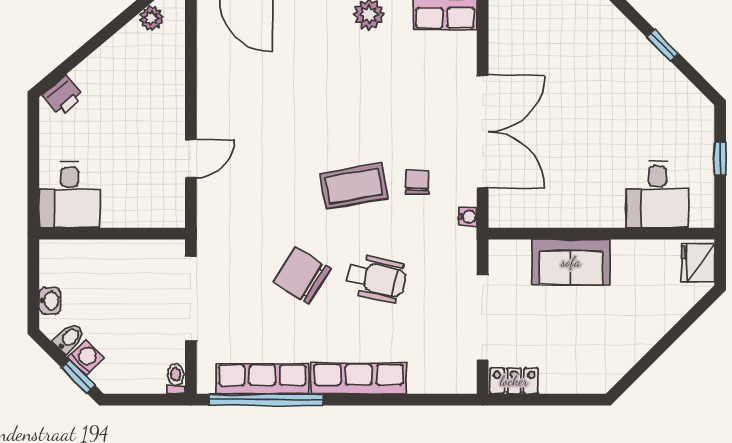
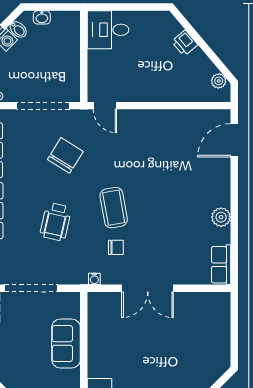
printer: (63, 96) -> (185, 43), moved
double door: (483, 132) -> (148, 288), width x0.73
door: (191, 159) -> (105, 106), moved
chair: (302, 276) -> (65, 155), moved

